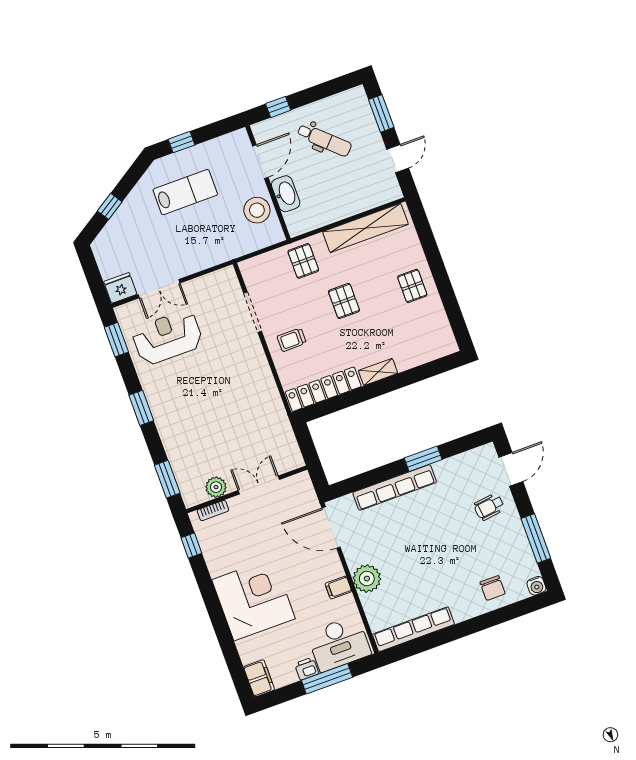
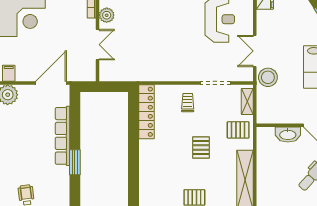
stool: (257, 210) -> (268, 77), moved
double door: (159, 289) -> (255, 51), moved
pallet: (344, 301) -> (201, 148), turned 90
shelving: (378, 372) -> (247, 102), moved

